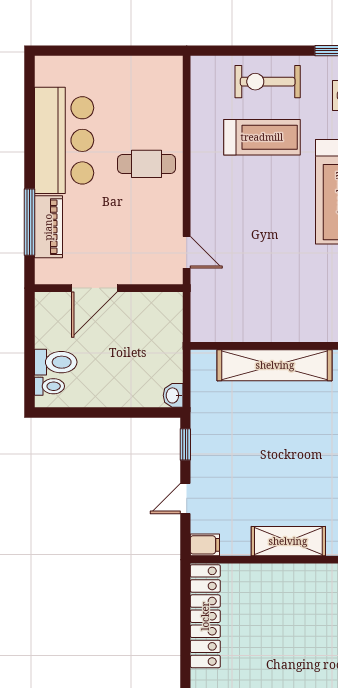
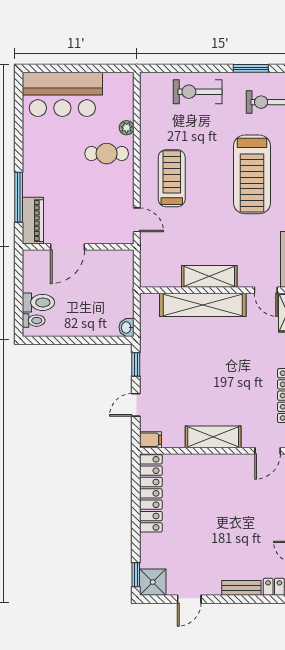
plant: (173, 130) -> (127, 128), added
treadmill: (262, 137) -> (172, 178), moved, turned -90
bar counter: (64, 140) -> (62, 94), moved, turned 90
piano: (48, 227) -> (33, 221), moved
shelving: (283, 327) -> (209, 276), added

